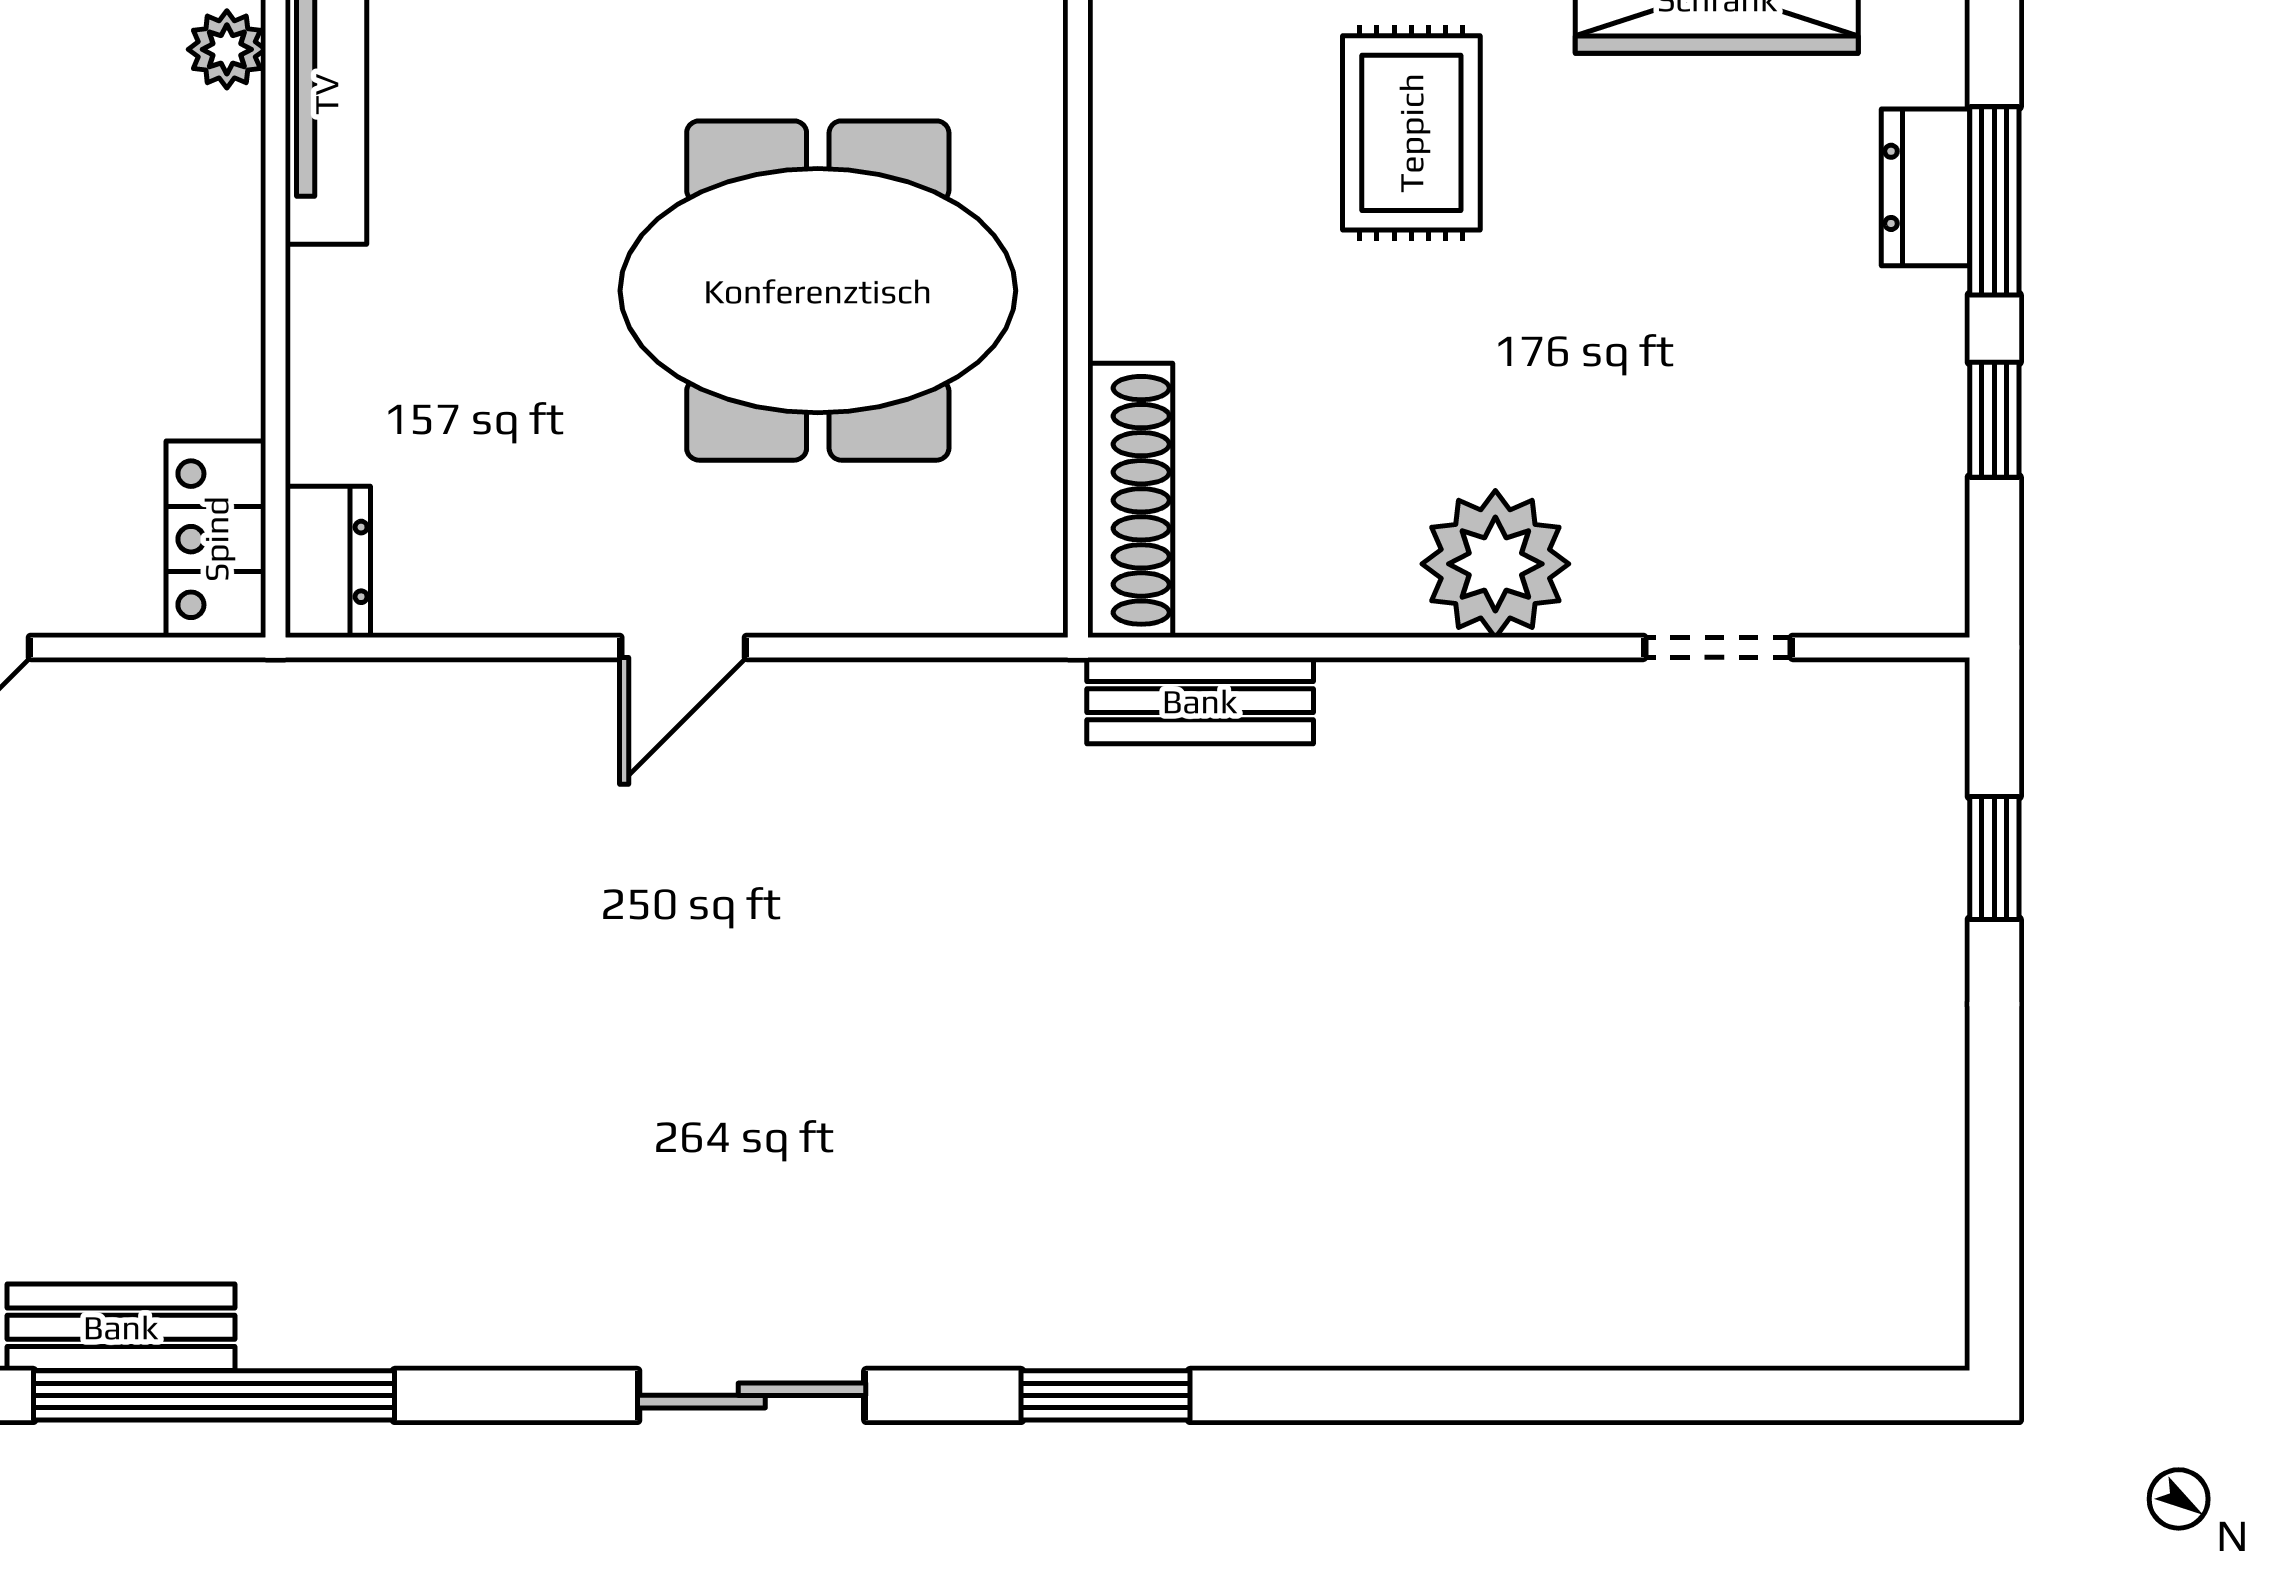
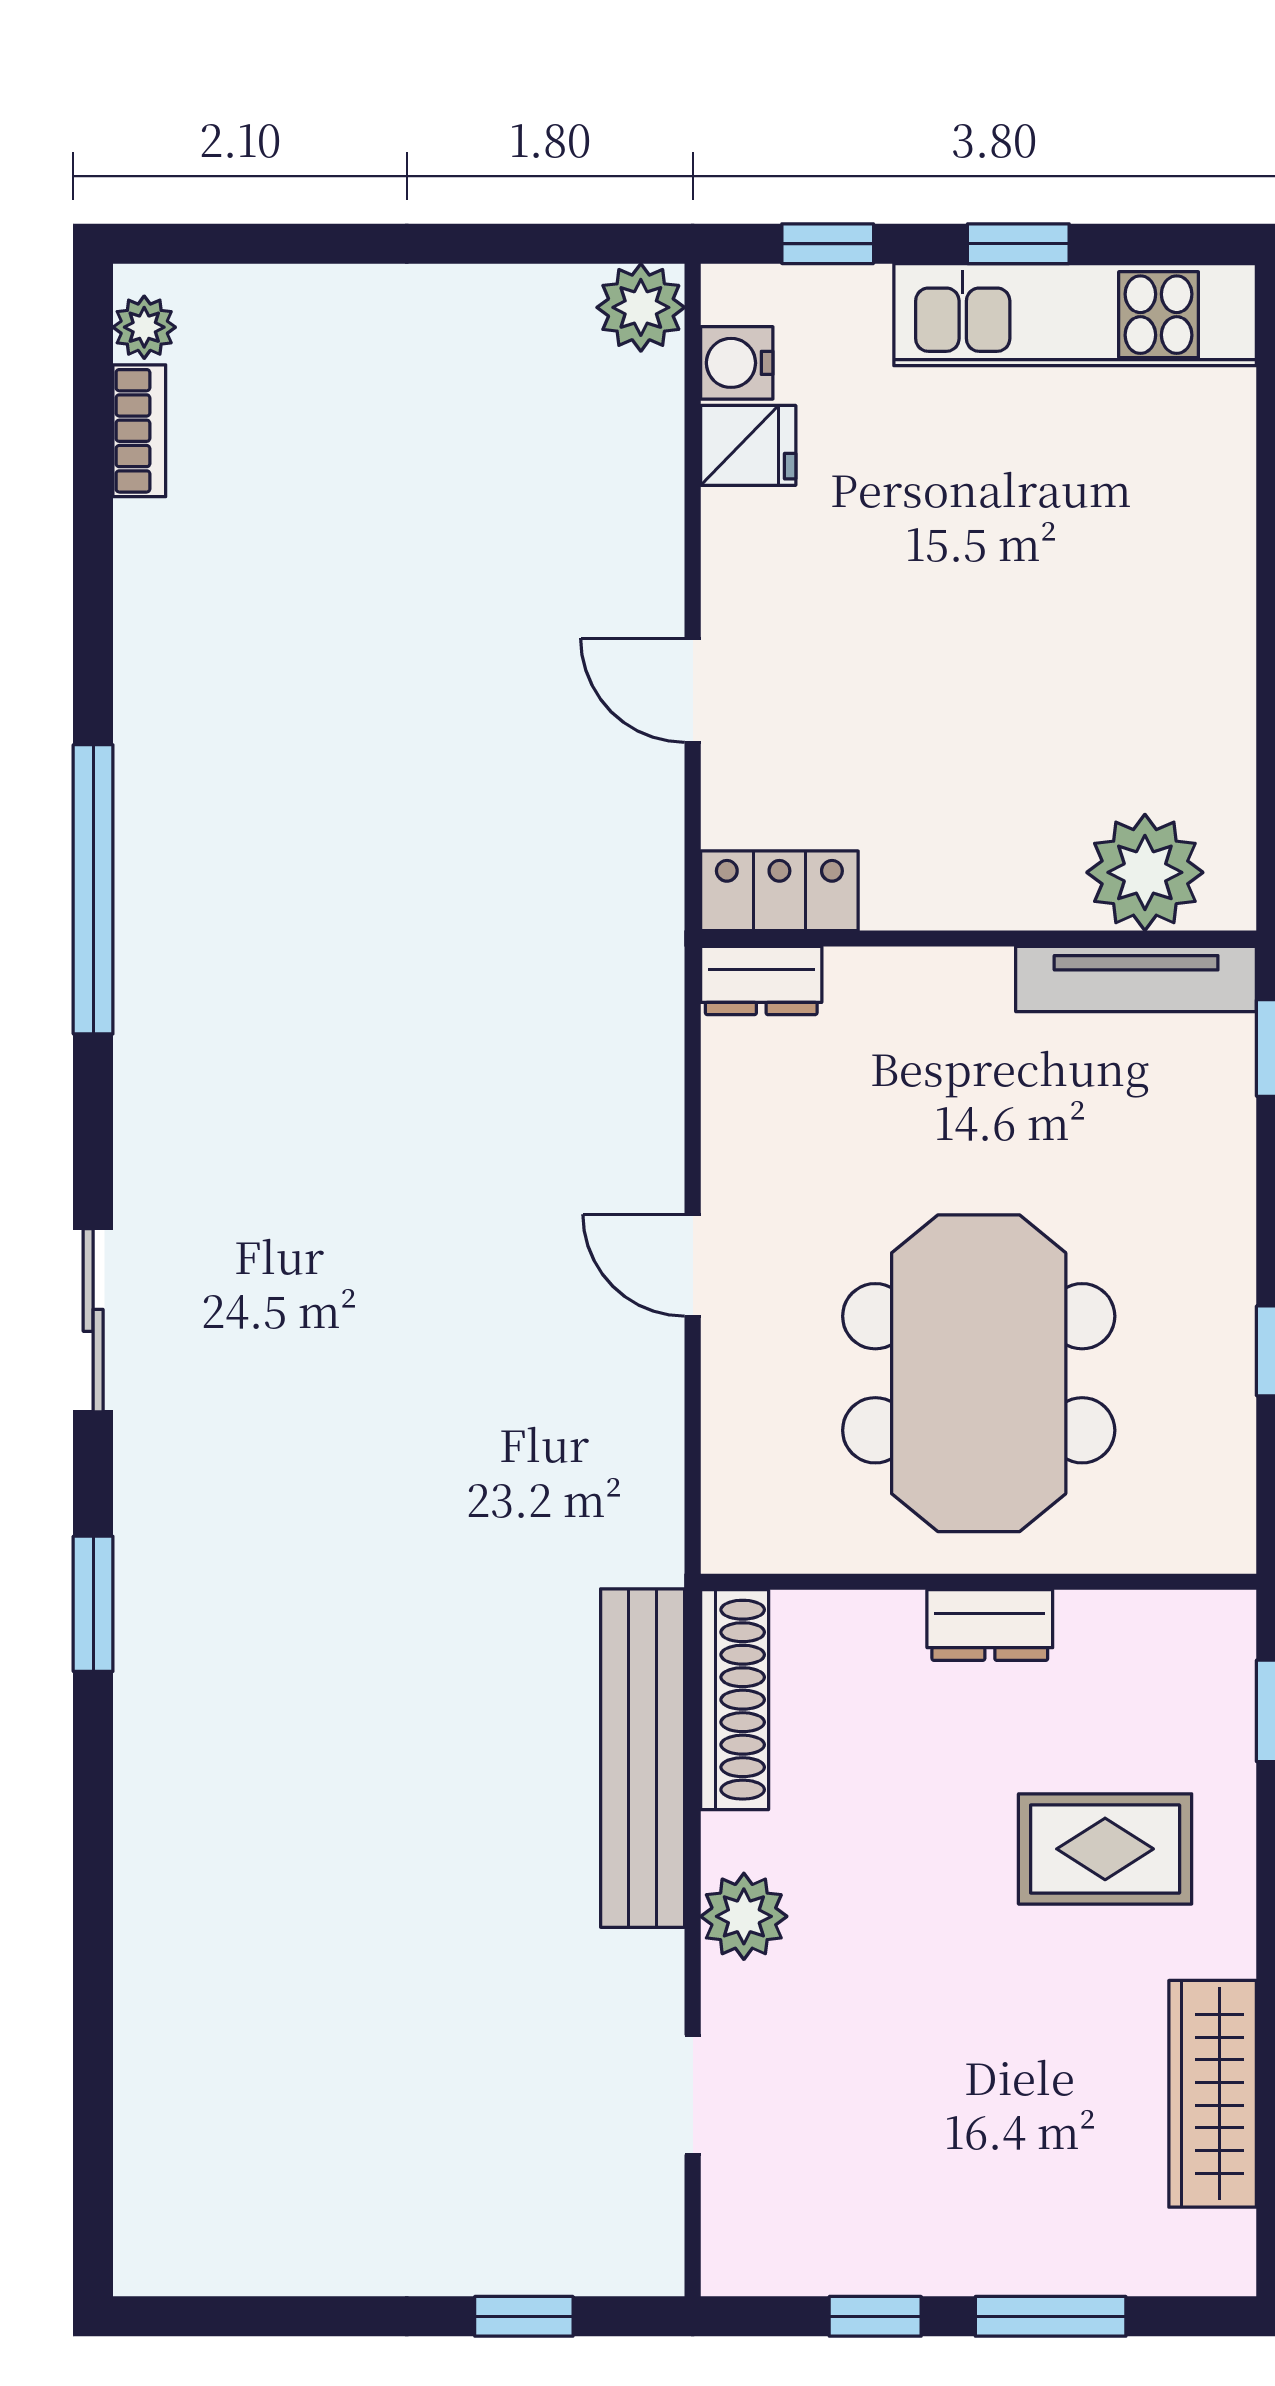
plant: (227, 49) -> (1145, 872), width x1.88, depth x1.88
dresser: (1925, 187) -> (990, 1625), moved, turned 180
shoe rack: (1130, 500) -> (735, 1700), moved, turned -90
plant: (1495, 564) -> (744, 1916), width x0.73, depth x0.73
bench: (1200, 701) -> (643, 1758), width x1.86, depth x1.21
bench: (121, 1327) -> (148, 815), removed

